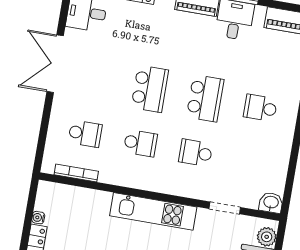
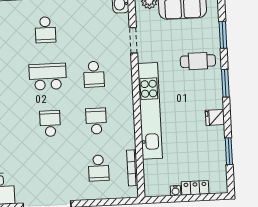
school desk: (150, 89) -> (50, 123), width x0.54
school desk: (85, 134) -> (99, 168), turned 180
kitchen unit: (153, 211) -> (150, 111), width x1.36

